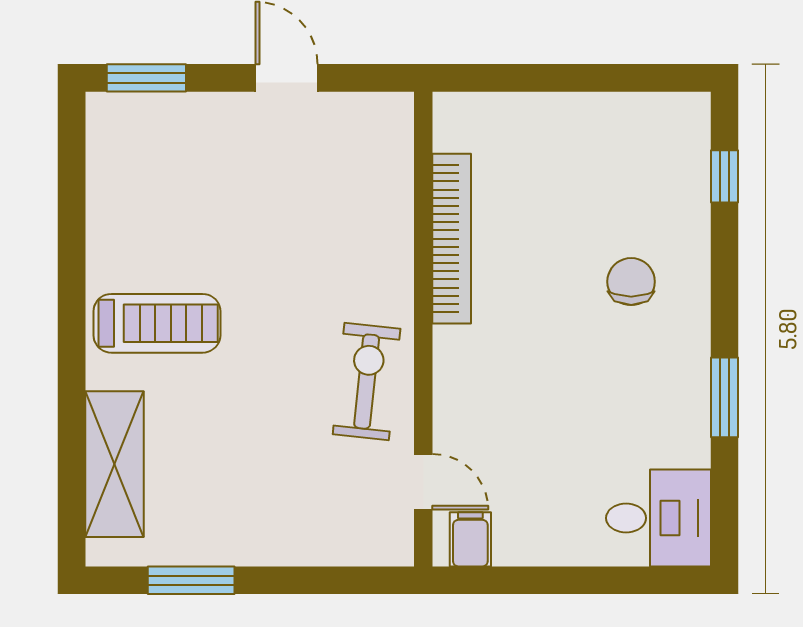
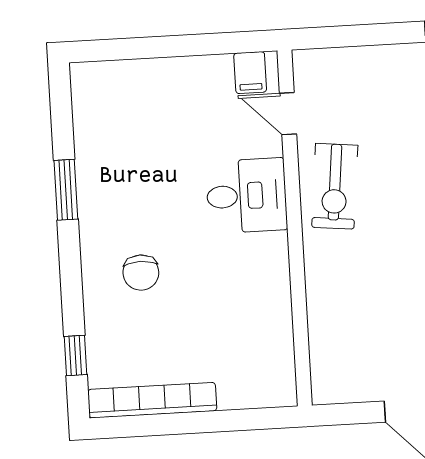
bookcase: (452, 239) -> (152, 400), moved, turned 90
desk: (659, 518) -> (247, 196), moved, turned 180

